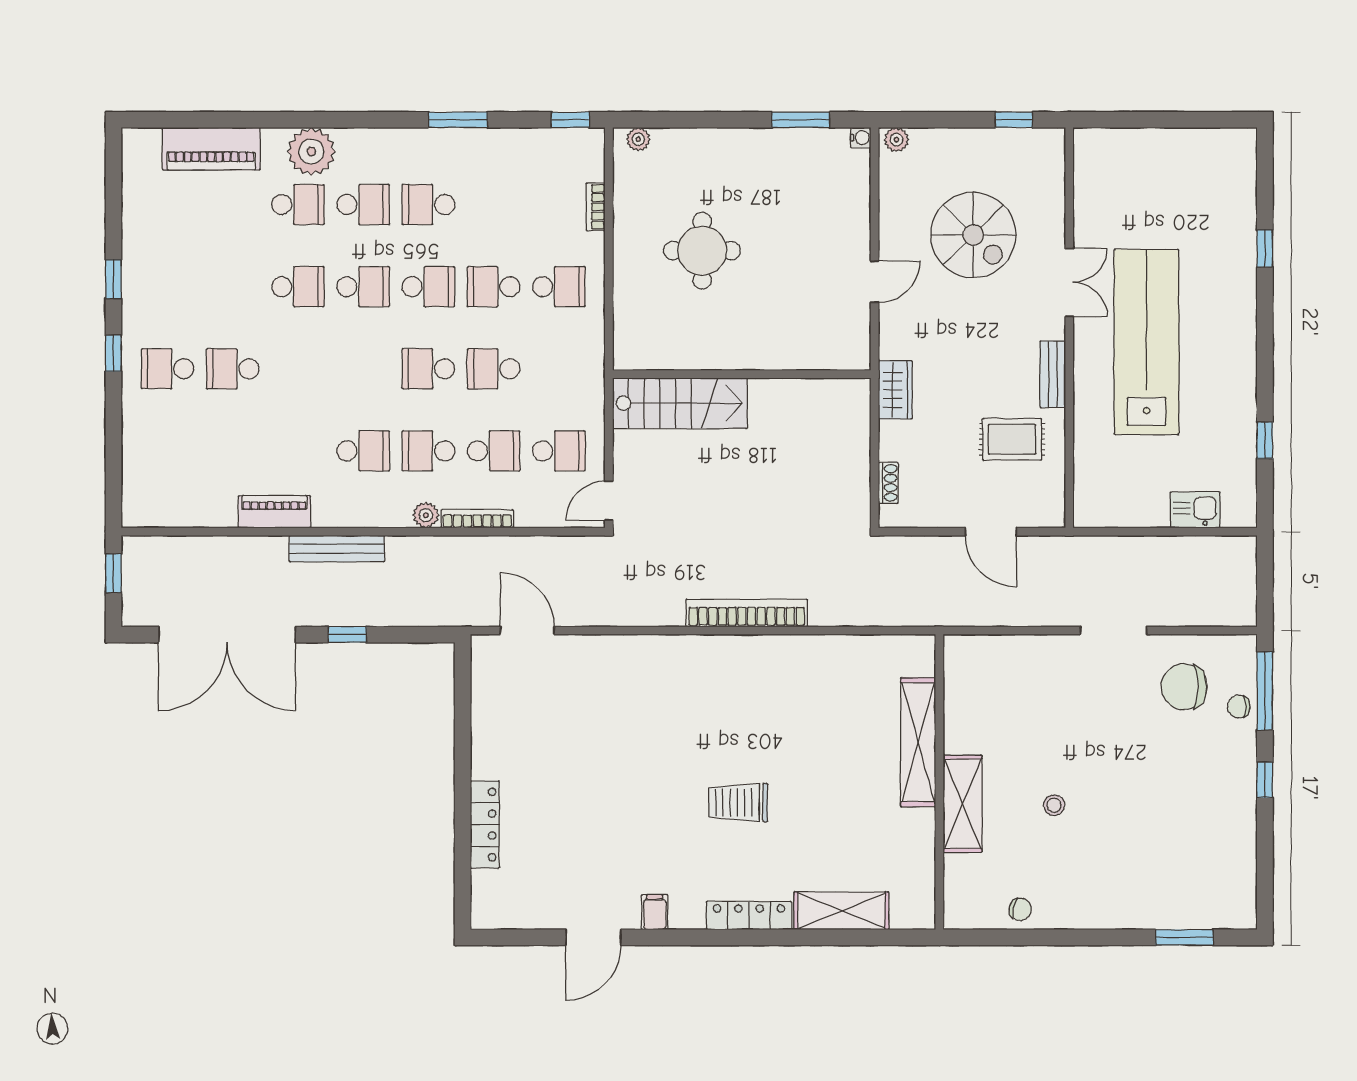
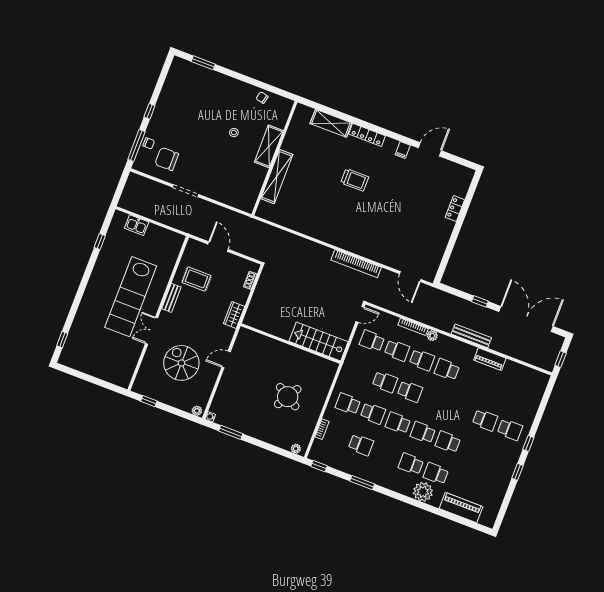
school desk: (428, 205) -> (361, 445), moved
window: (1265, 248) -> (62, 340), moved
round table: (702, 251) -> (288, 397), turned 31
school desk: (494, 451) -> (397, 350), turned 180
bookcase: (747, 613) -> (356, 264), moved
chair: (1184, 687) -> (167, 159), turned 180
locker: (485, 825) -> (455, 208), width x0.66

